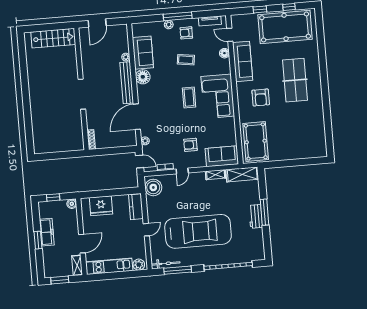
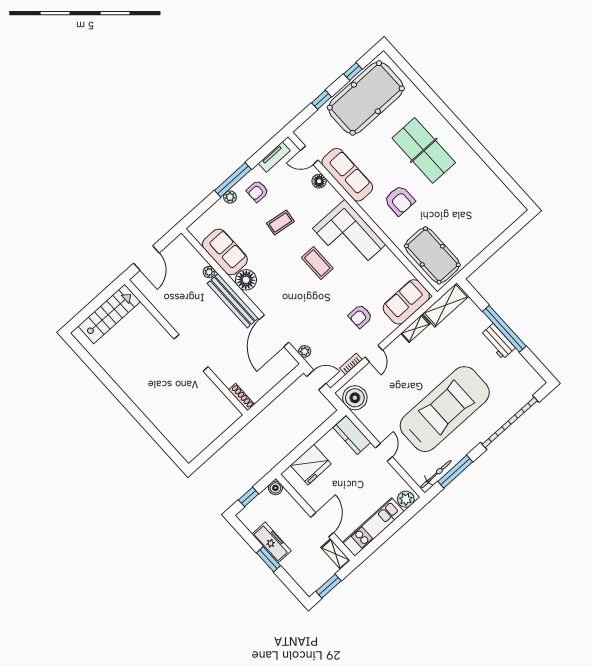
window: (265, 212) -> (504, 329), width x1.46

